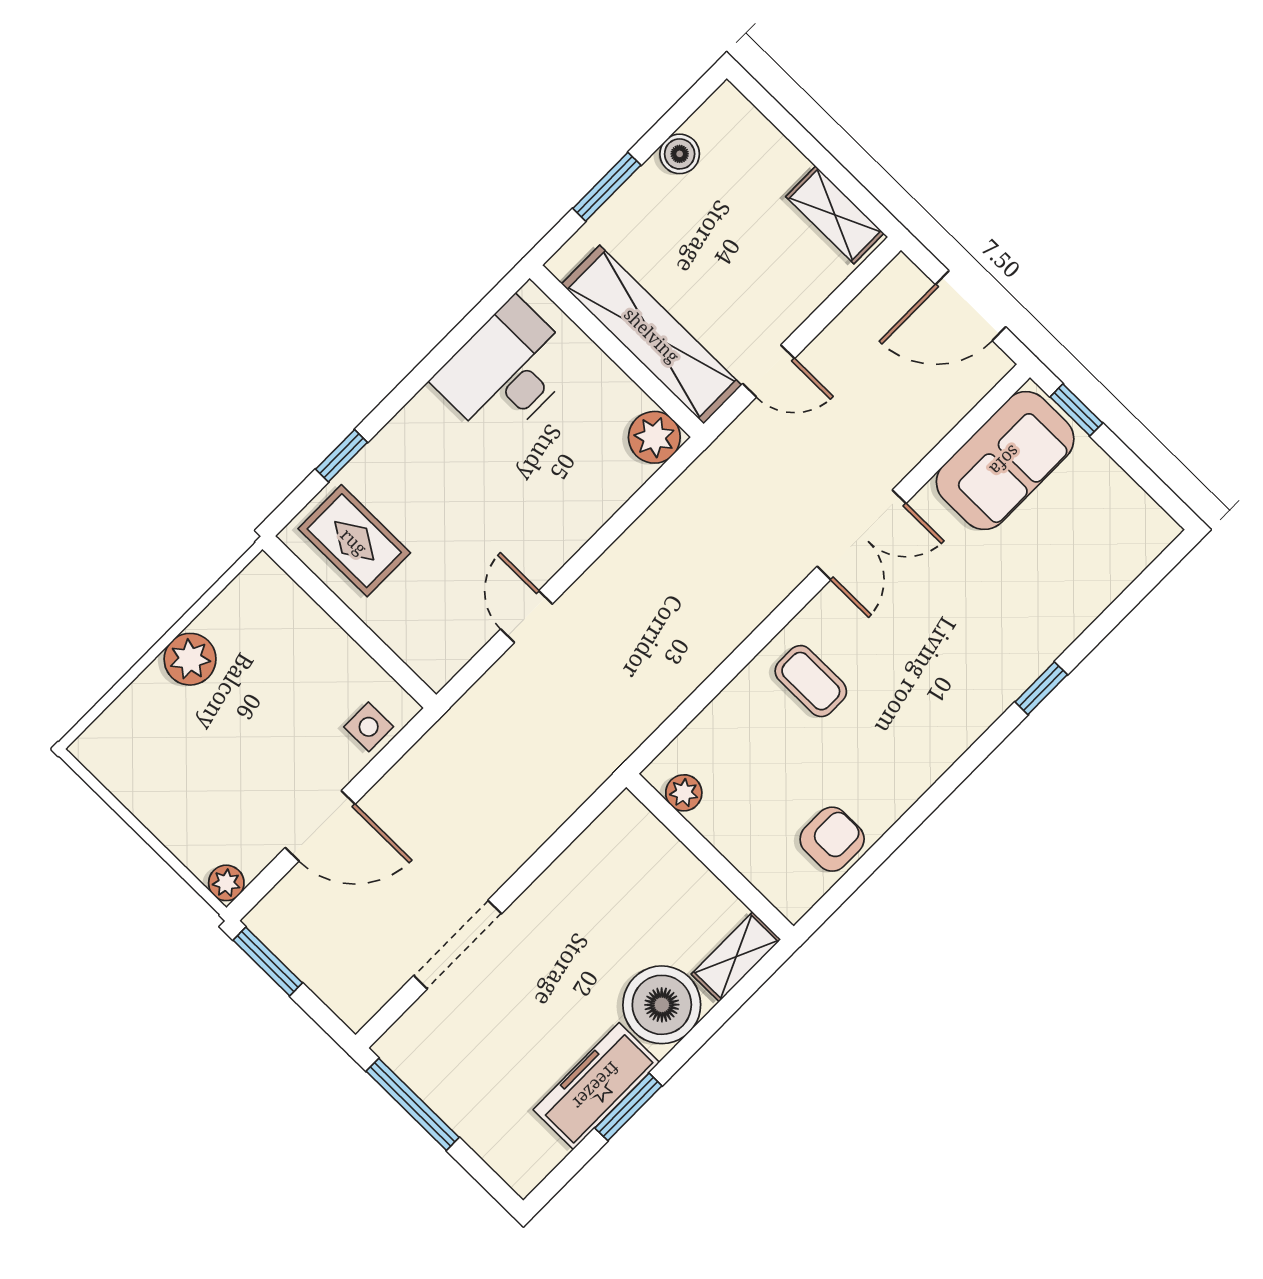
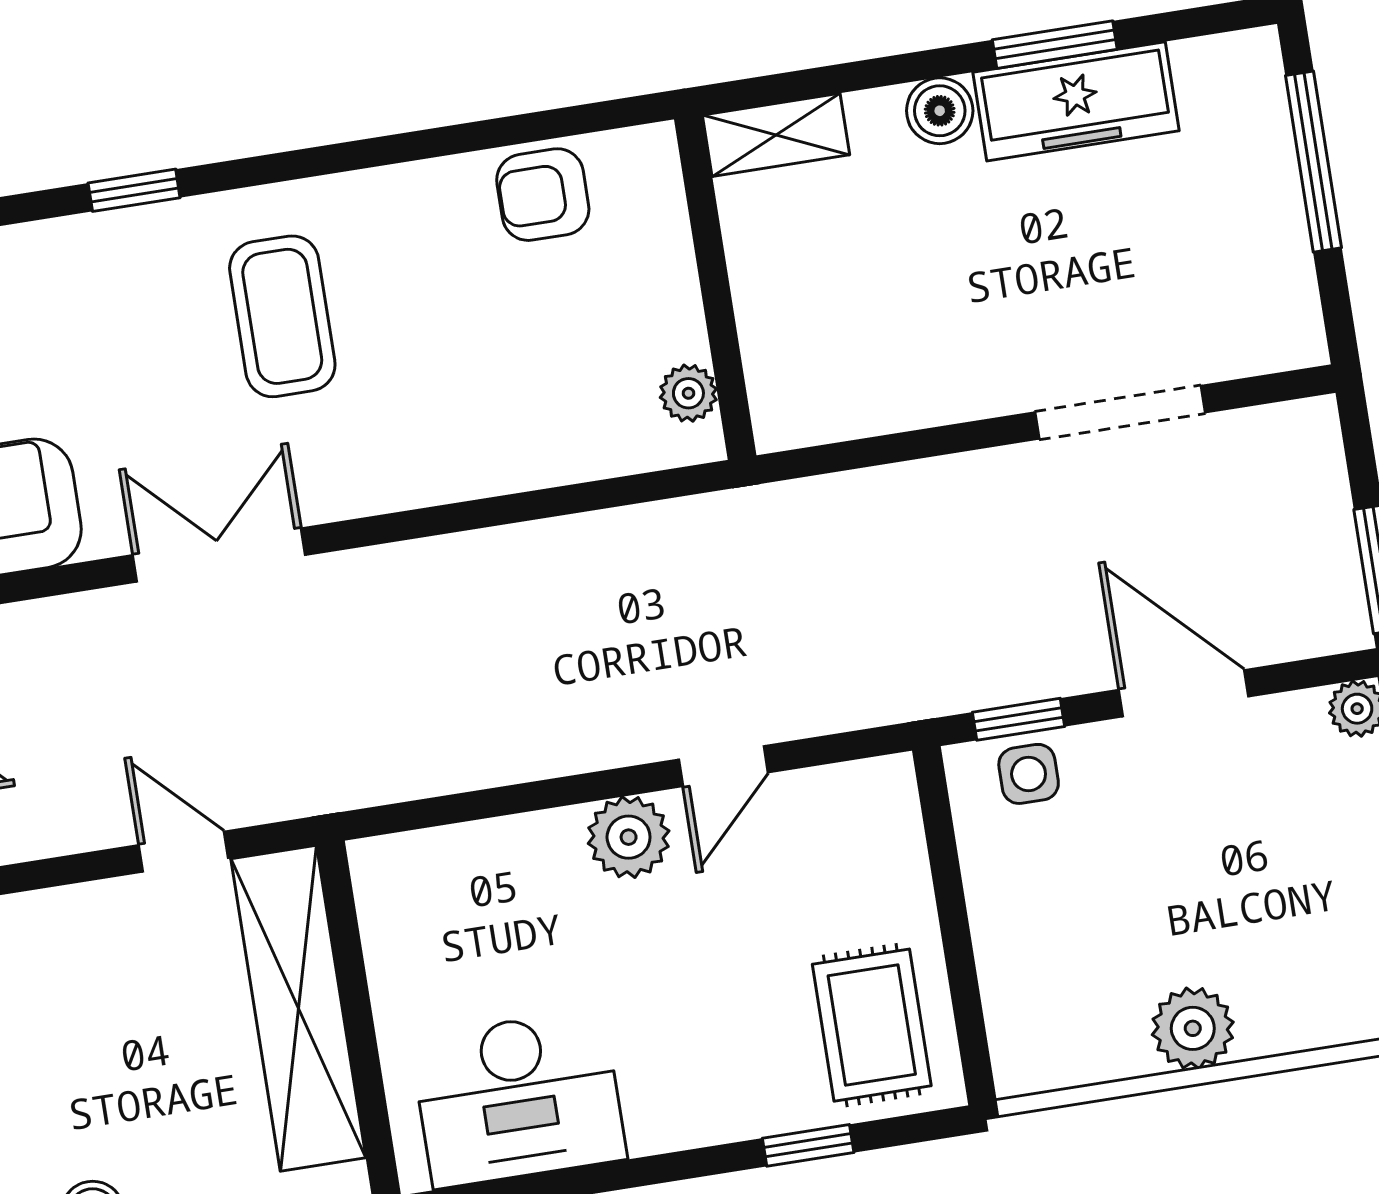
plant: (654, 437) -> (629, 837), moved
coffee table: (811, 681) -> (282, 316), moved, width x1.36, depth x1.30
window: (394, 751) -> (1019, 719), added
boiler: (662, 1005) -> (940, 111), width x0.54, depth x0.54
window: (413, 1104) -> (1313, 162), moved

